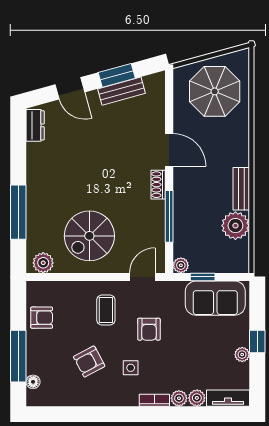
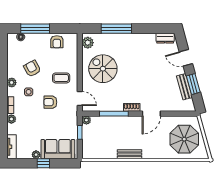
door: (70, 88) -> (186, 58), hinge flipped
plant: (235, 226) -> (109, 151), removed
sofa: (215, 298) -> (58, 149), moved, turned 90
plant: (197, 398) -> (12, 83), moved

